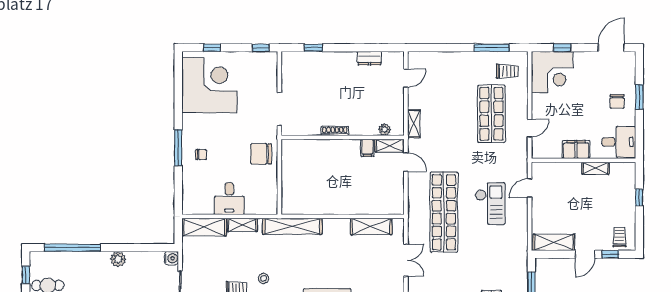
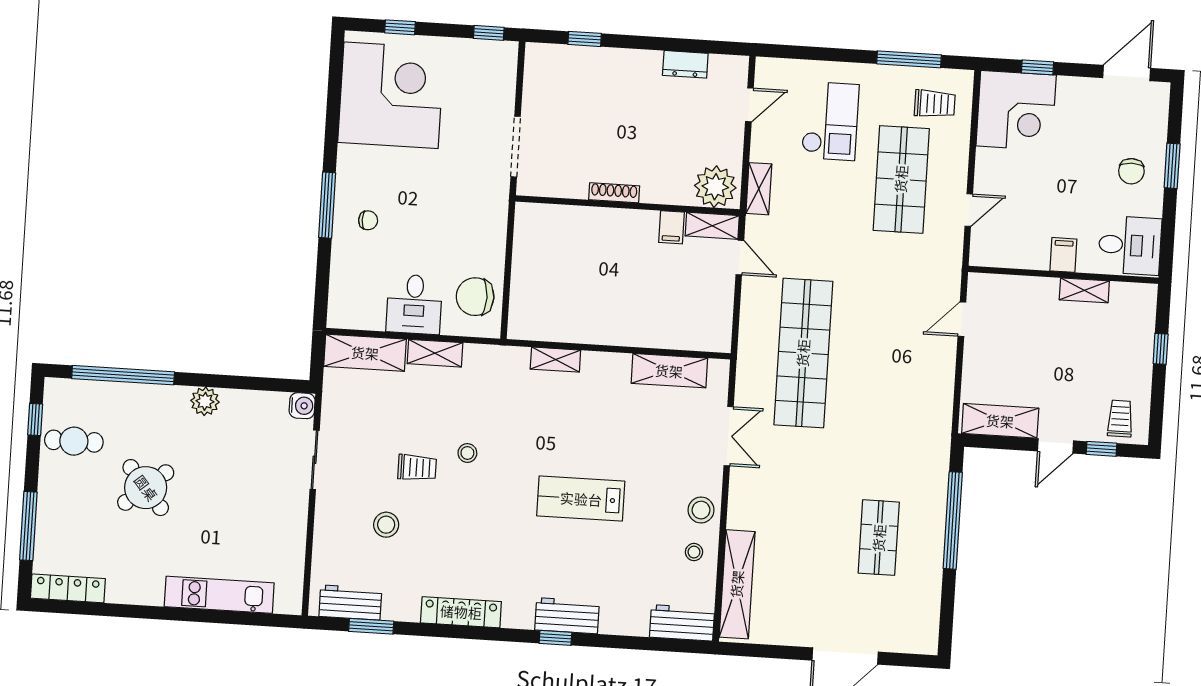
plant: (385, 129) -> (715, 187), width x1.88, depth x1.88
filing cabinet: (576, 149) -> (1063, 255), width x0.50
chair: (261, 154) -> (475, 297), moved
checkout: (490, 203) -> (830, 121), moved
shelving: (292, 226) -> (555, 360), width x0.45, depth x0.75

